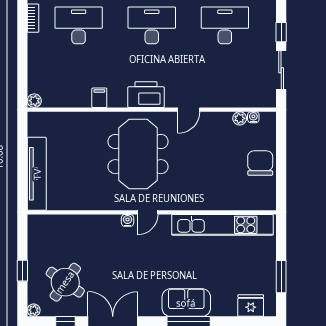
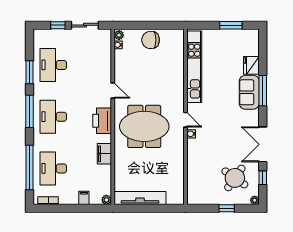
filing cabinet: (37, 69) -> (84, 198), added
filing cabinet: (99, 98) -> (104, 154), width x2.00
plant: (240, 118) -> (119, 35), moved
tv unit: (37, 174) -> (140, 198), moved
fridge: (251, 305) -> (251, 65), moved

